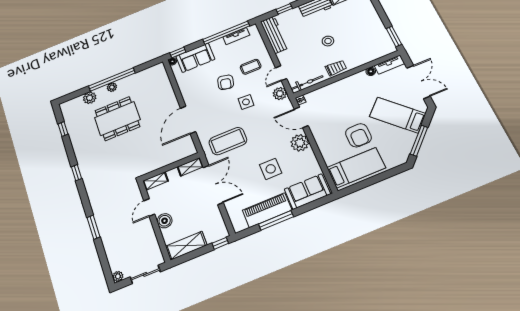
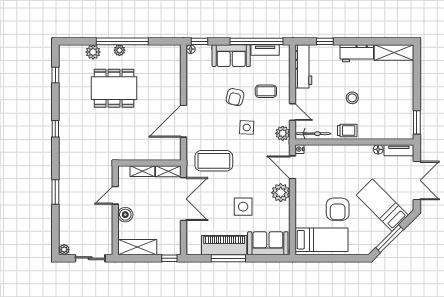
sofa: (195, 58) -> (231, 56), moved
door: (281, 73) -> (293, 112), swing flipped
shelving: (156, 181) -> (142, 171), moved

